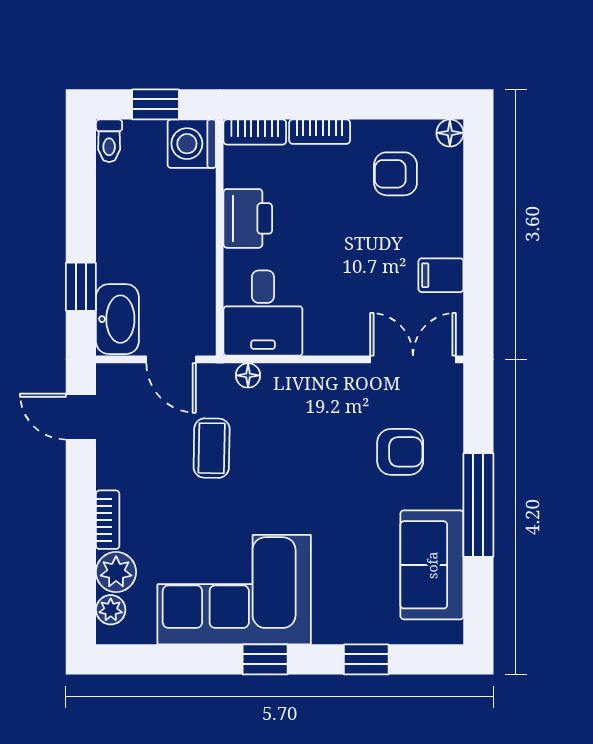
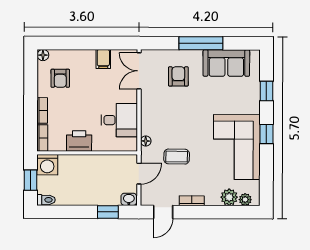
desk: (263, 313) -> (119, 120), moved
washbasin: (117, 319) -> (129, 199), width x0.52, depth x0.69
bookcase: (108, 520) -> (192, 201), moved

